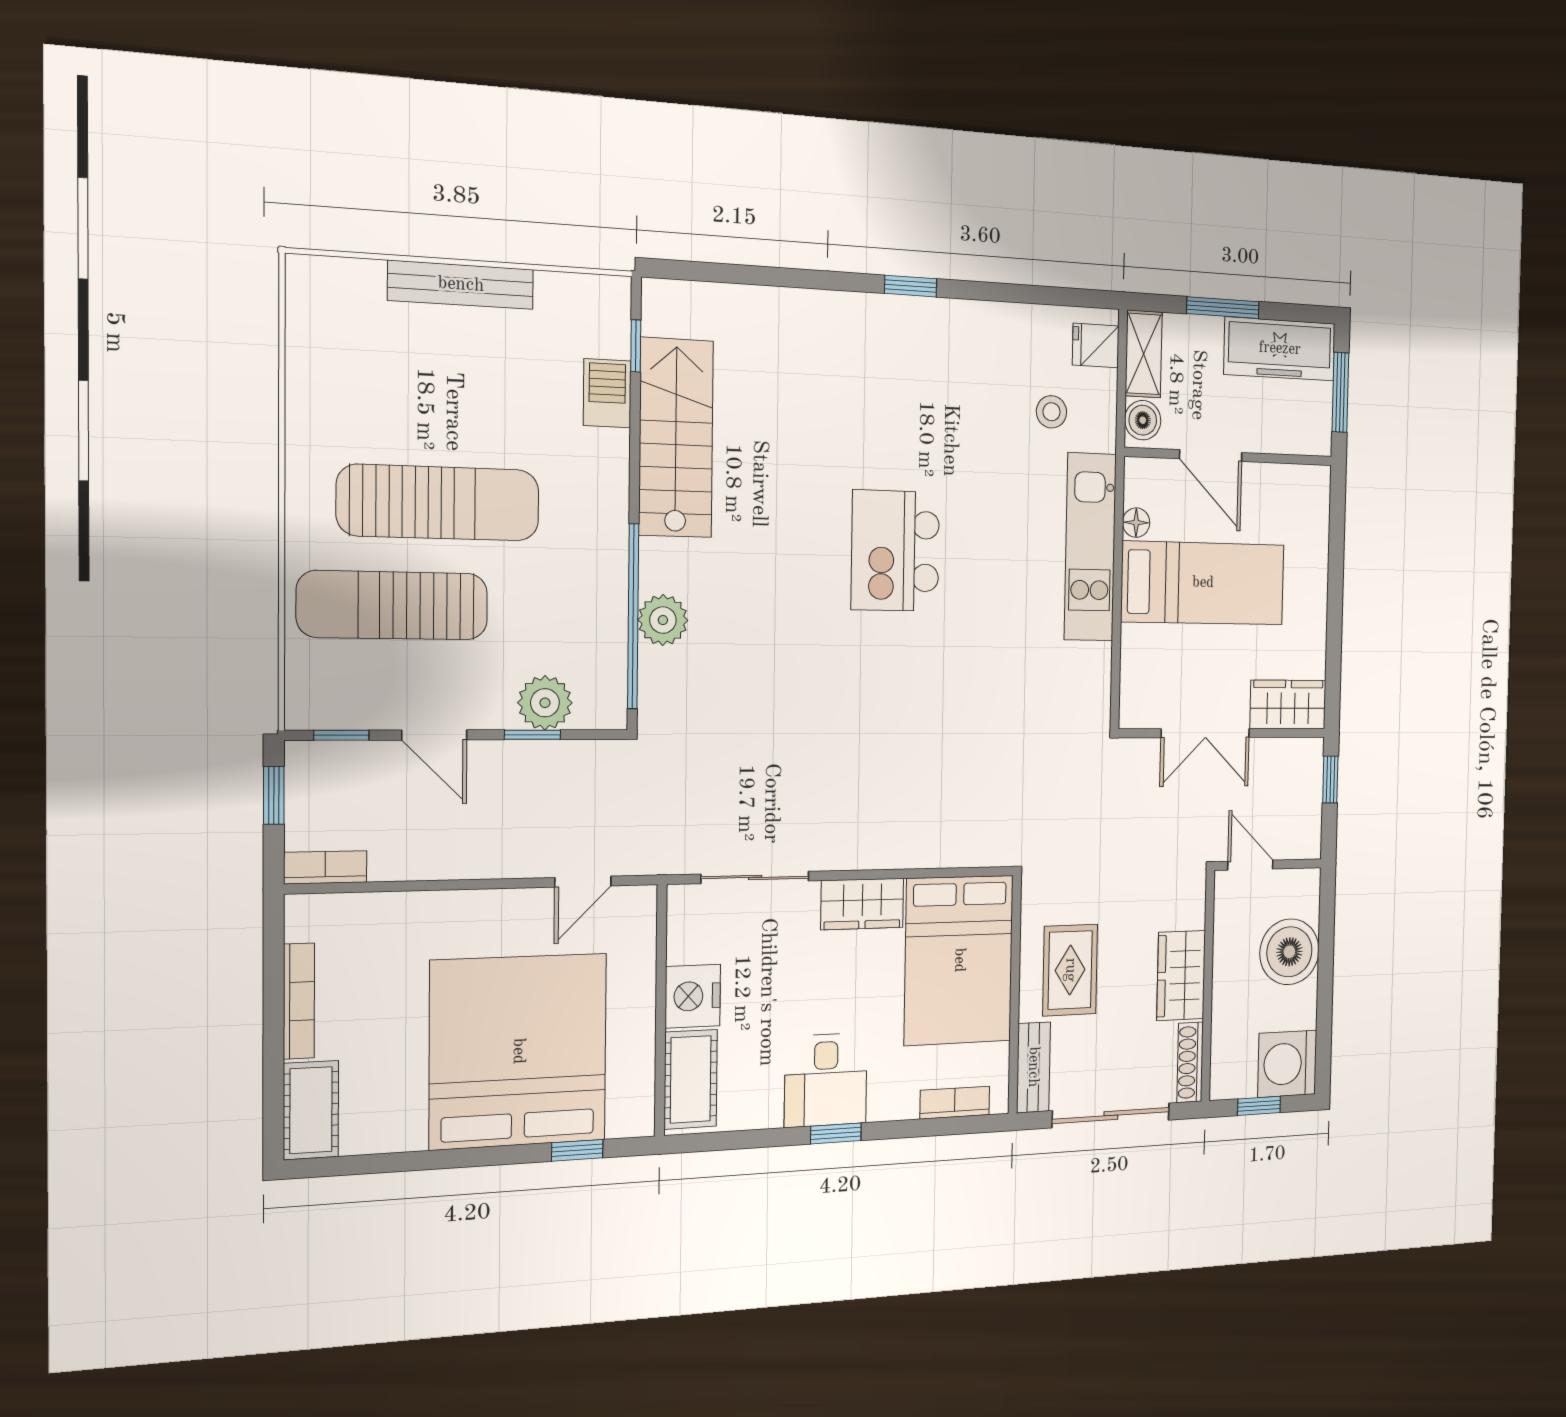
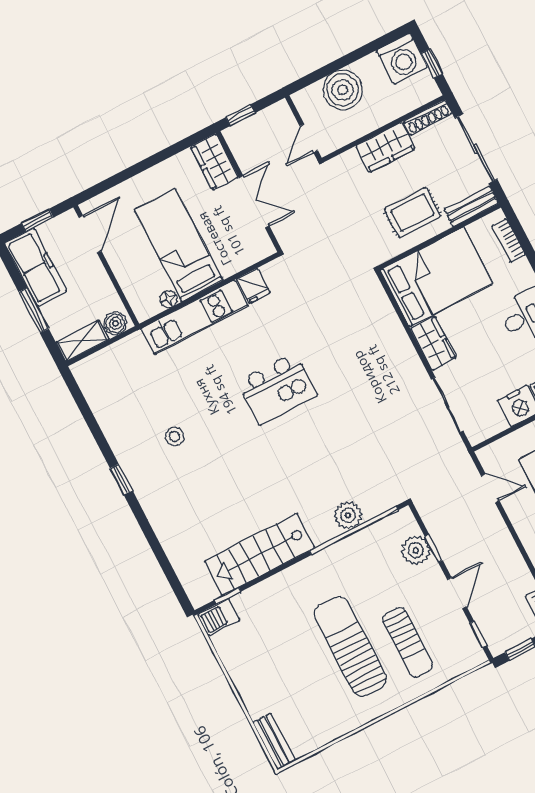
bench: (461, 285) -> (274, 741), moved, width x0.73
fridge: (1096, 346) -> (253, 286), moved
window: (1340, 392) -> (37, 220), width x0.67
barbecue: (607, 393) -> (219, 617), moved
stool: (1051, 412) -> (175, 437), moved
door: (1211, 456) -> (90, 234), moved
kitchen island: (895, 551) -> (277, 388), moved
sun lounger: (393, 605) -> (408, 642), width x0.73, depth x0.75

